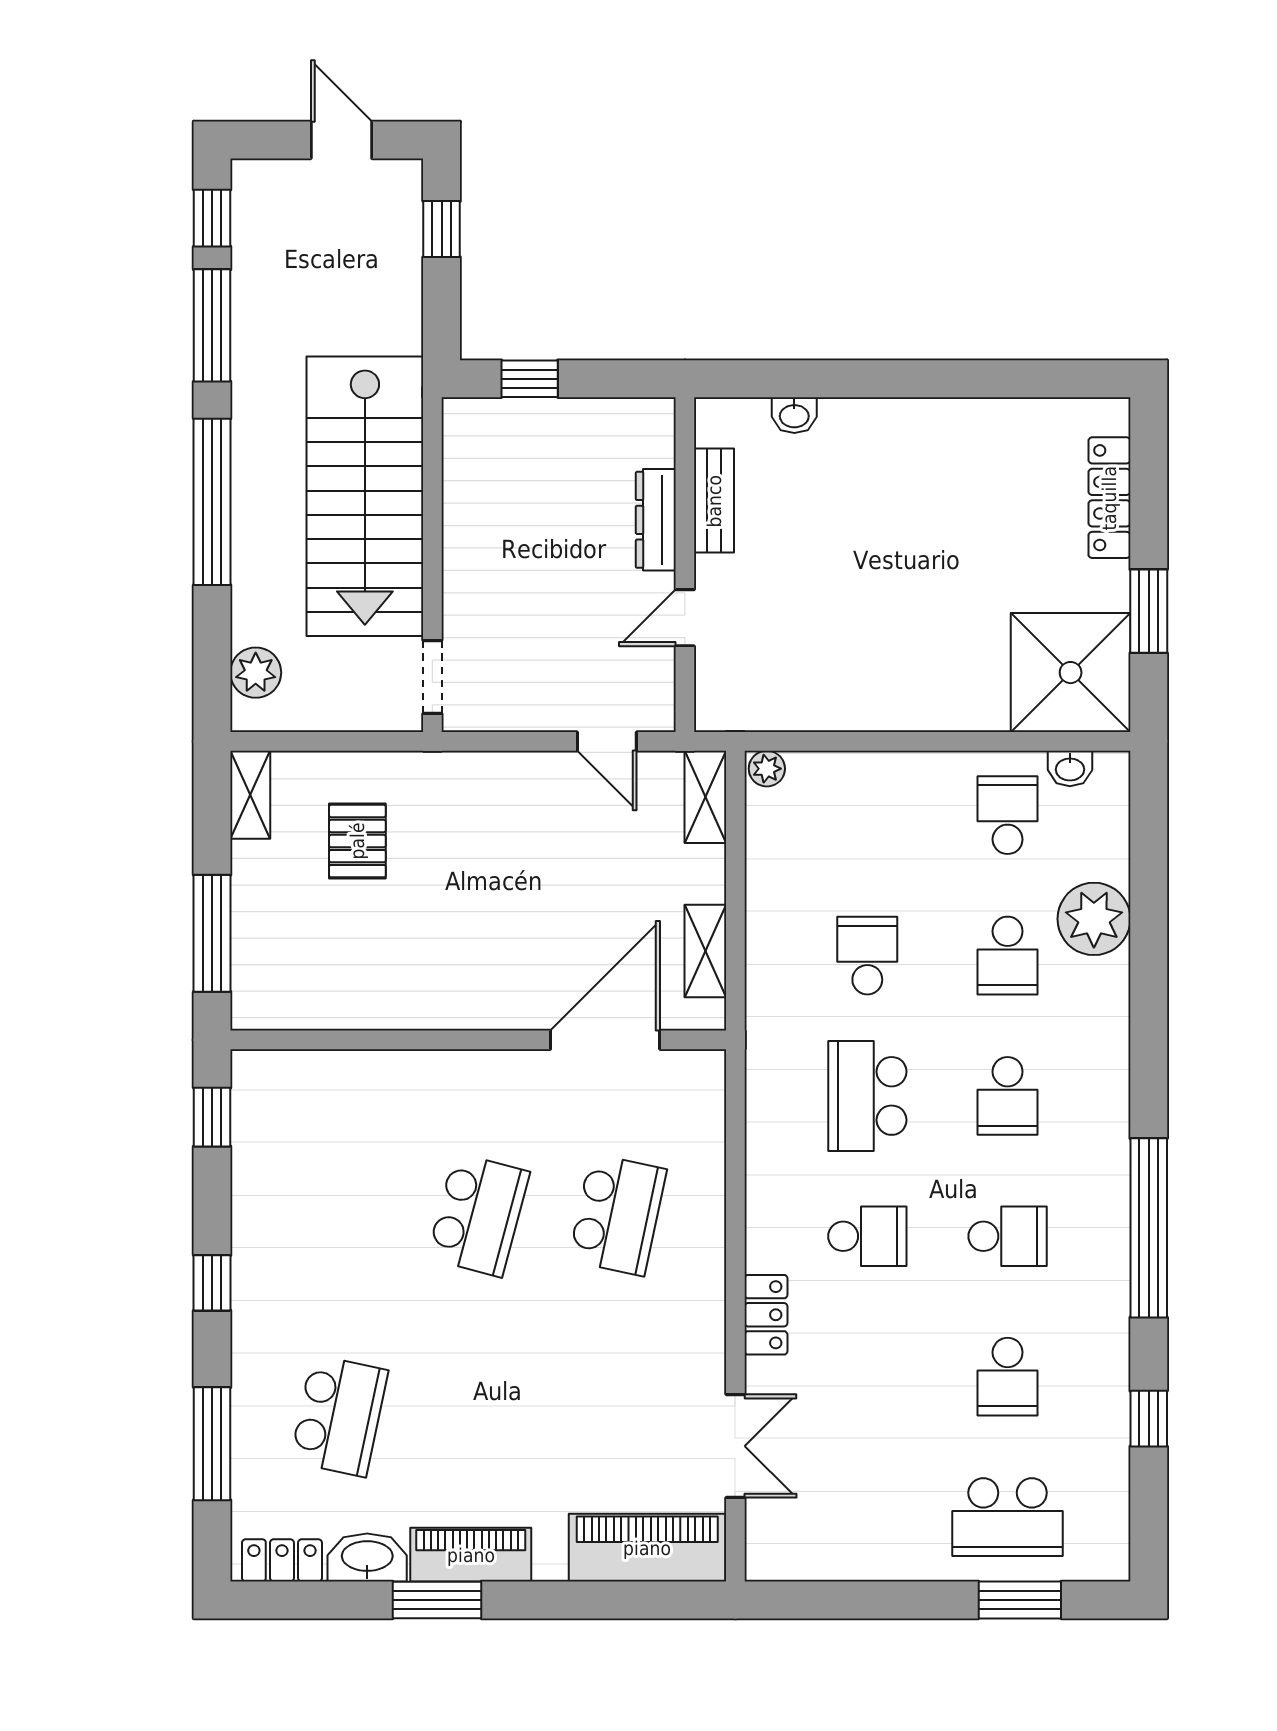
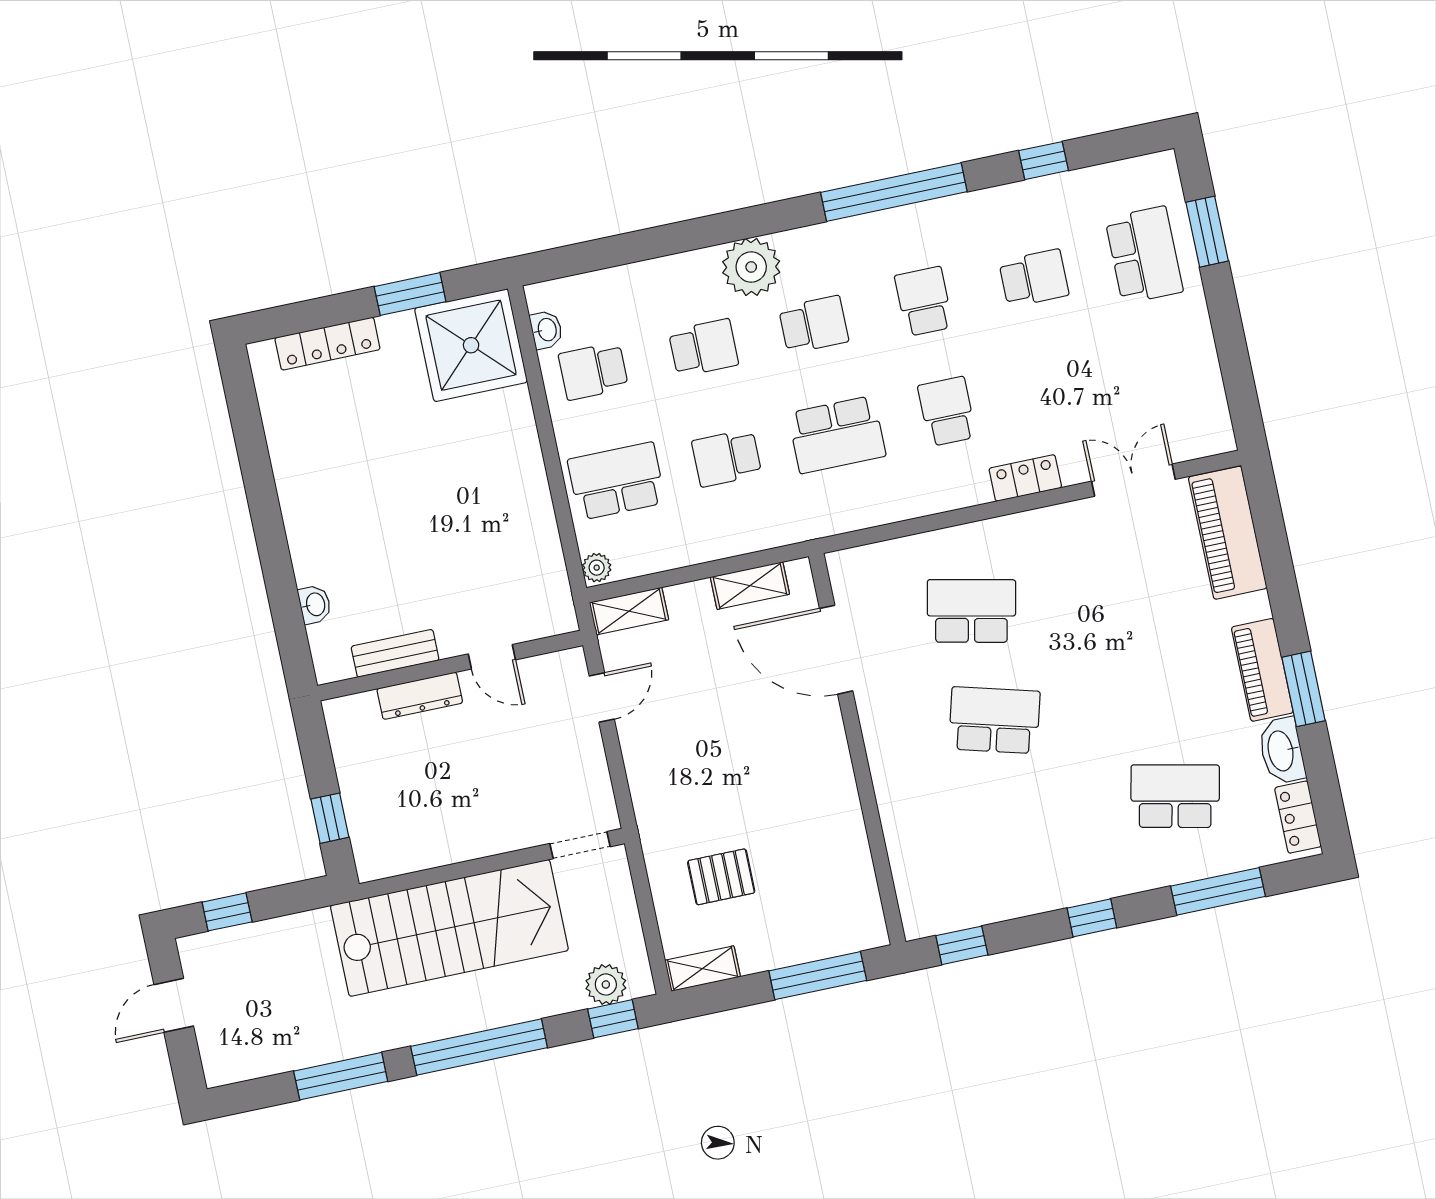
window: (212, 218) -> (613, 1019), moved
school desk: (867, 815) -> (617, 481), added
plant: (1094, 919) -> (751, 267), moved

